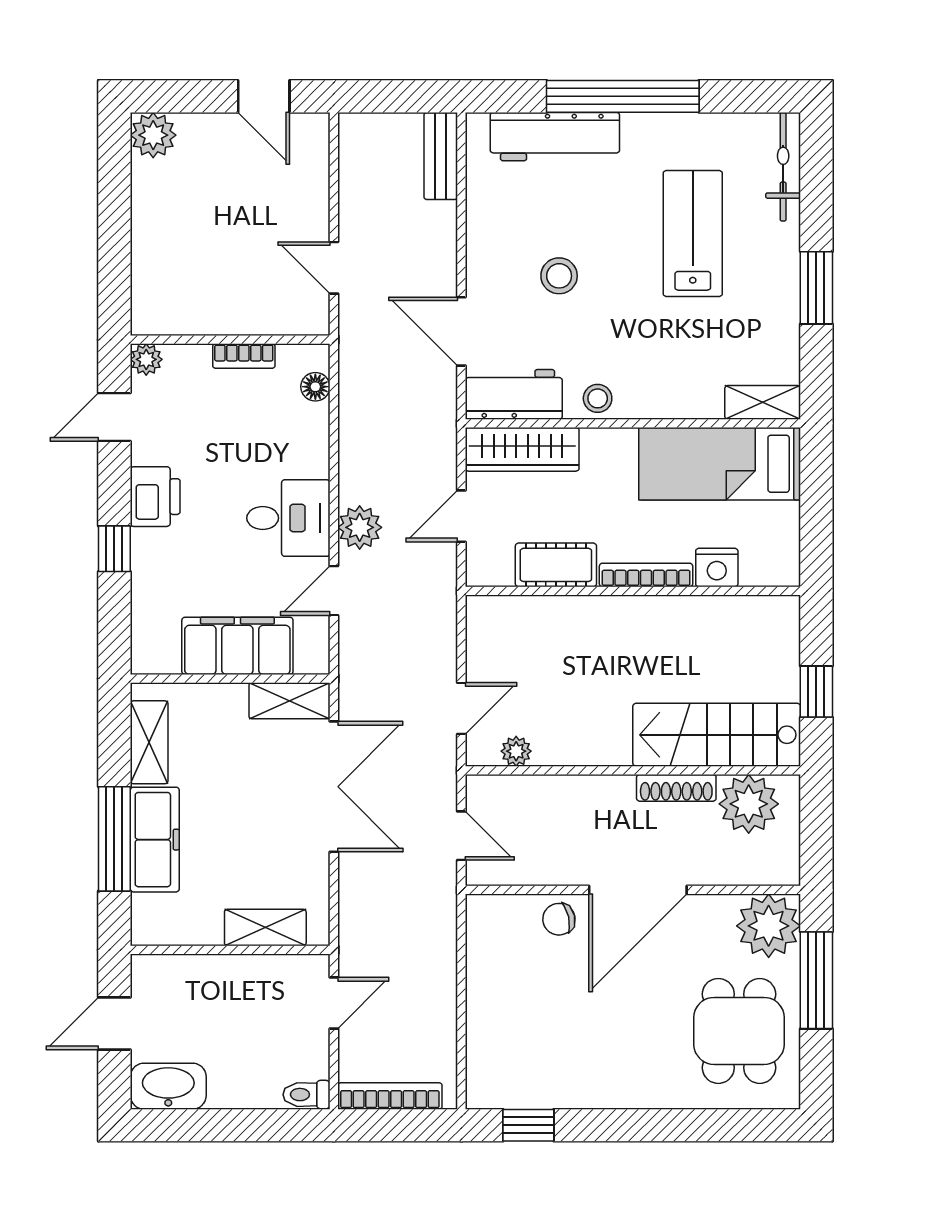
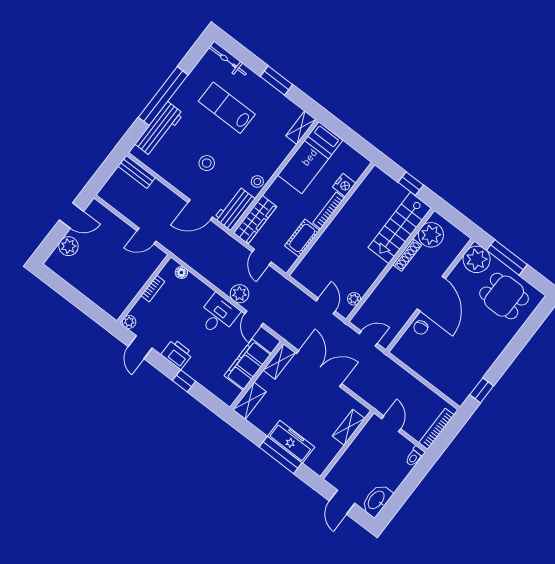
plant: (153, 135) -> (68, 246), moved
shelving: (149, 742) -> (249, 401), moved, turned 90

